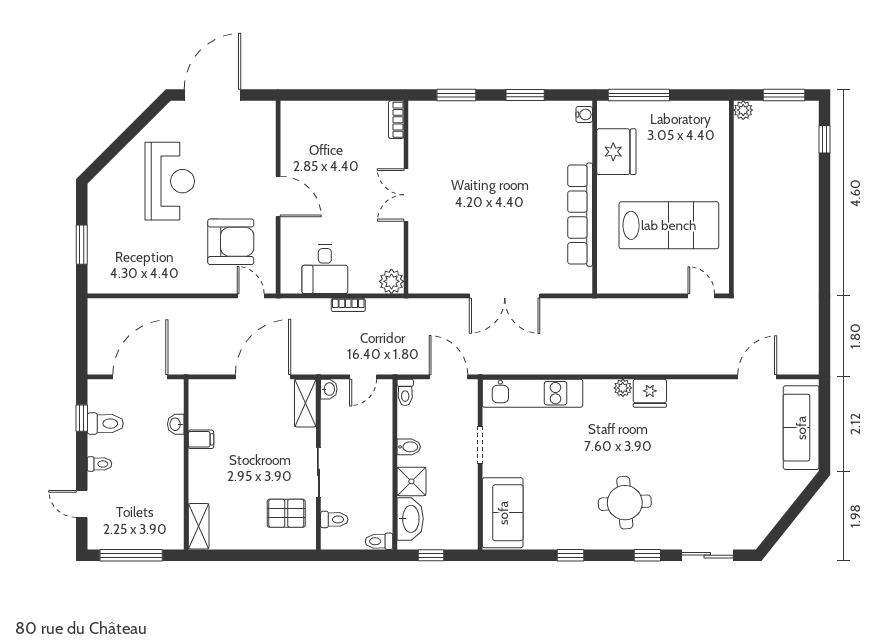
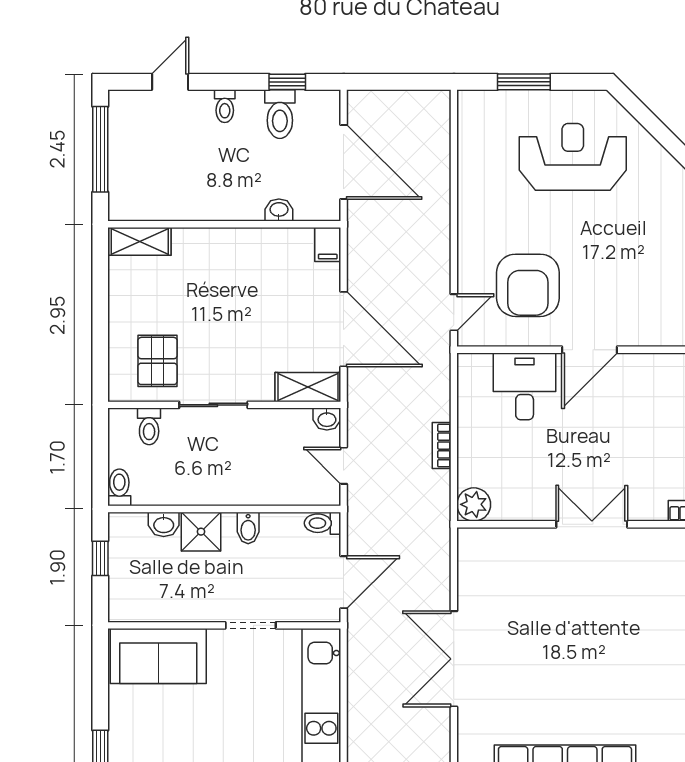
reception desk: (170, 181) -> (573, 157), moved, turned 180
desk: (325, 269) -> (525, 386), moved, turned 90
filing cabinet: (201, 439) -> (328, 245), moved
washbasin: (410, 519) -> (164, 524), width x0.52, depth x0.69

